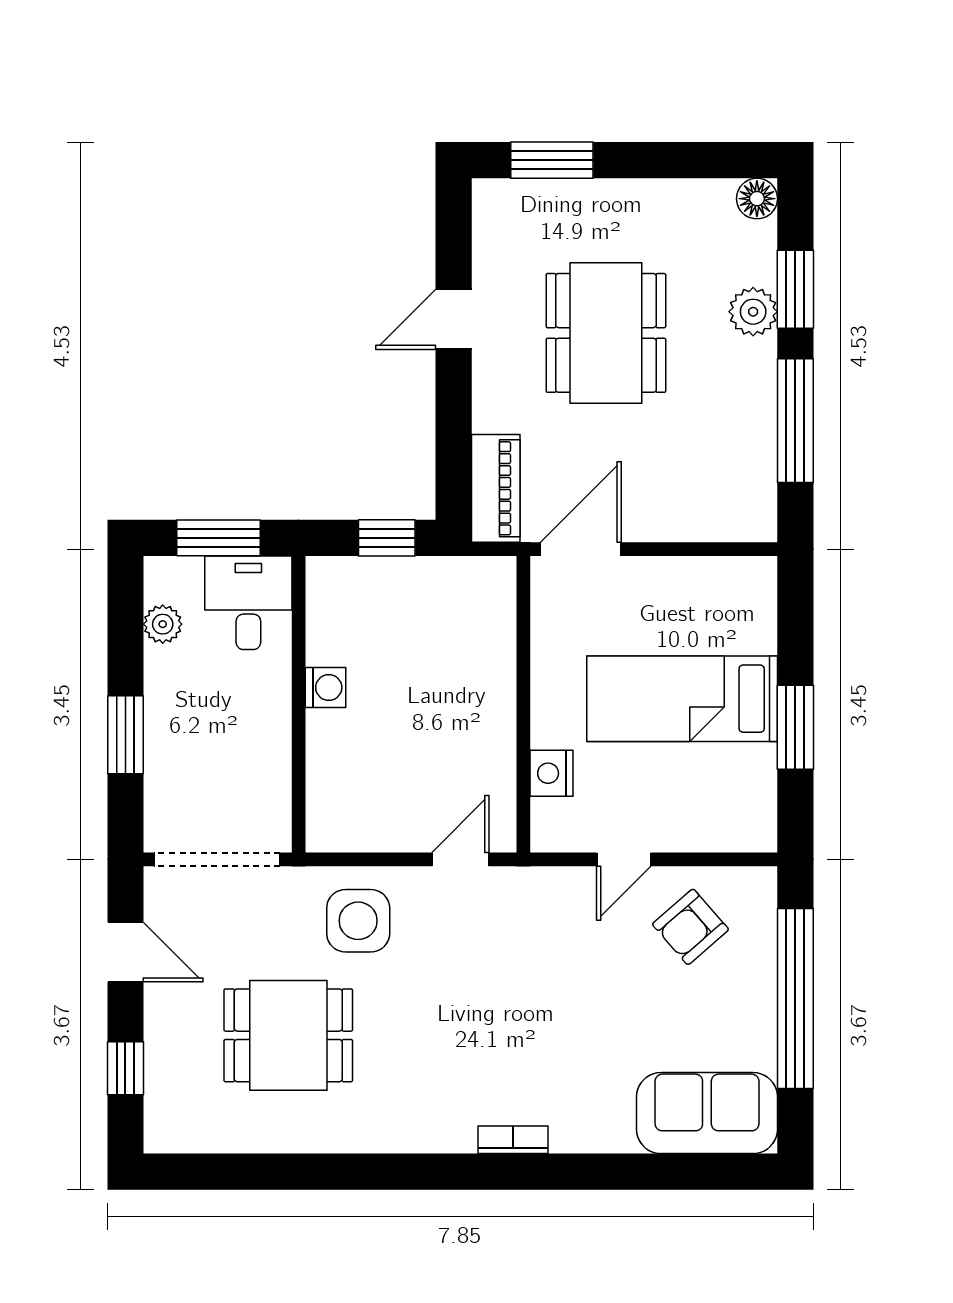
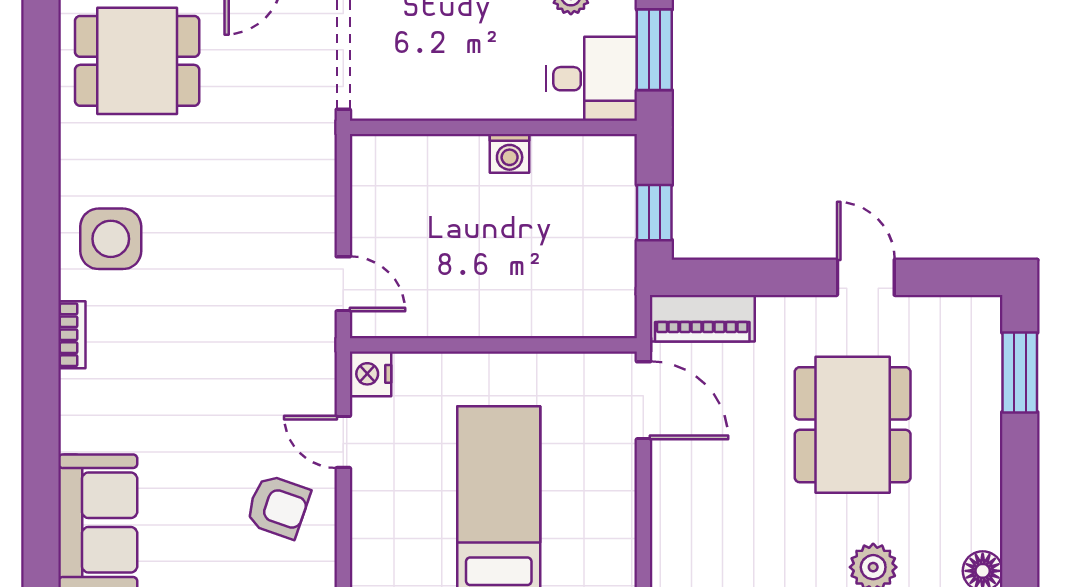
dining table: (606, 333) -> (853, 425), turned 90
nightstand: (551, 773) -> (371, 374), moved, turned -90
side table: (358, 921) -> (111, 239), moved
armchair: (690, 927) -> (278, 507), turned 150
dining table: (288, 1035) -> (137, 61), moved, turned 90

